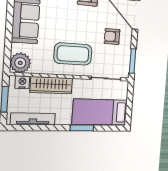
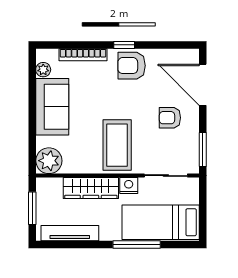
coffee table: (73, 54) -> (117, 145), turned 90
nightstand: (22, 82) -> (129, 186), moved
window: (82, 128) -> (137, 245), width x1.44

